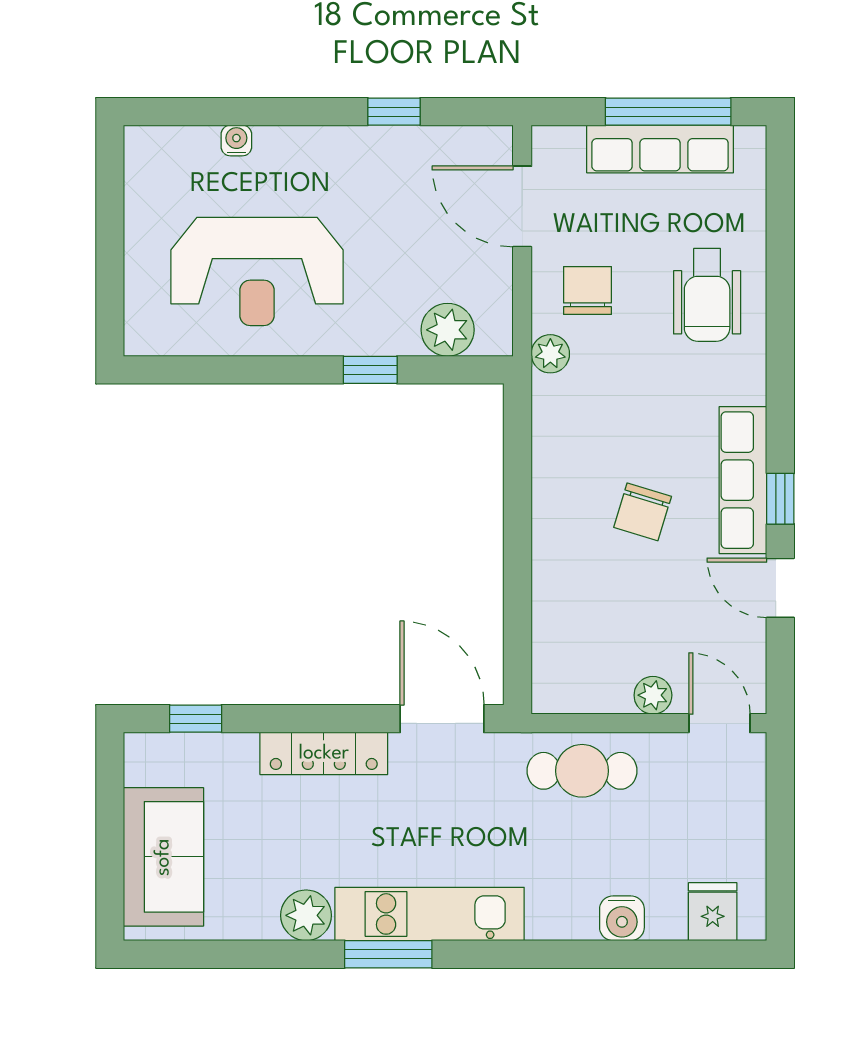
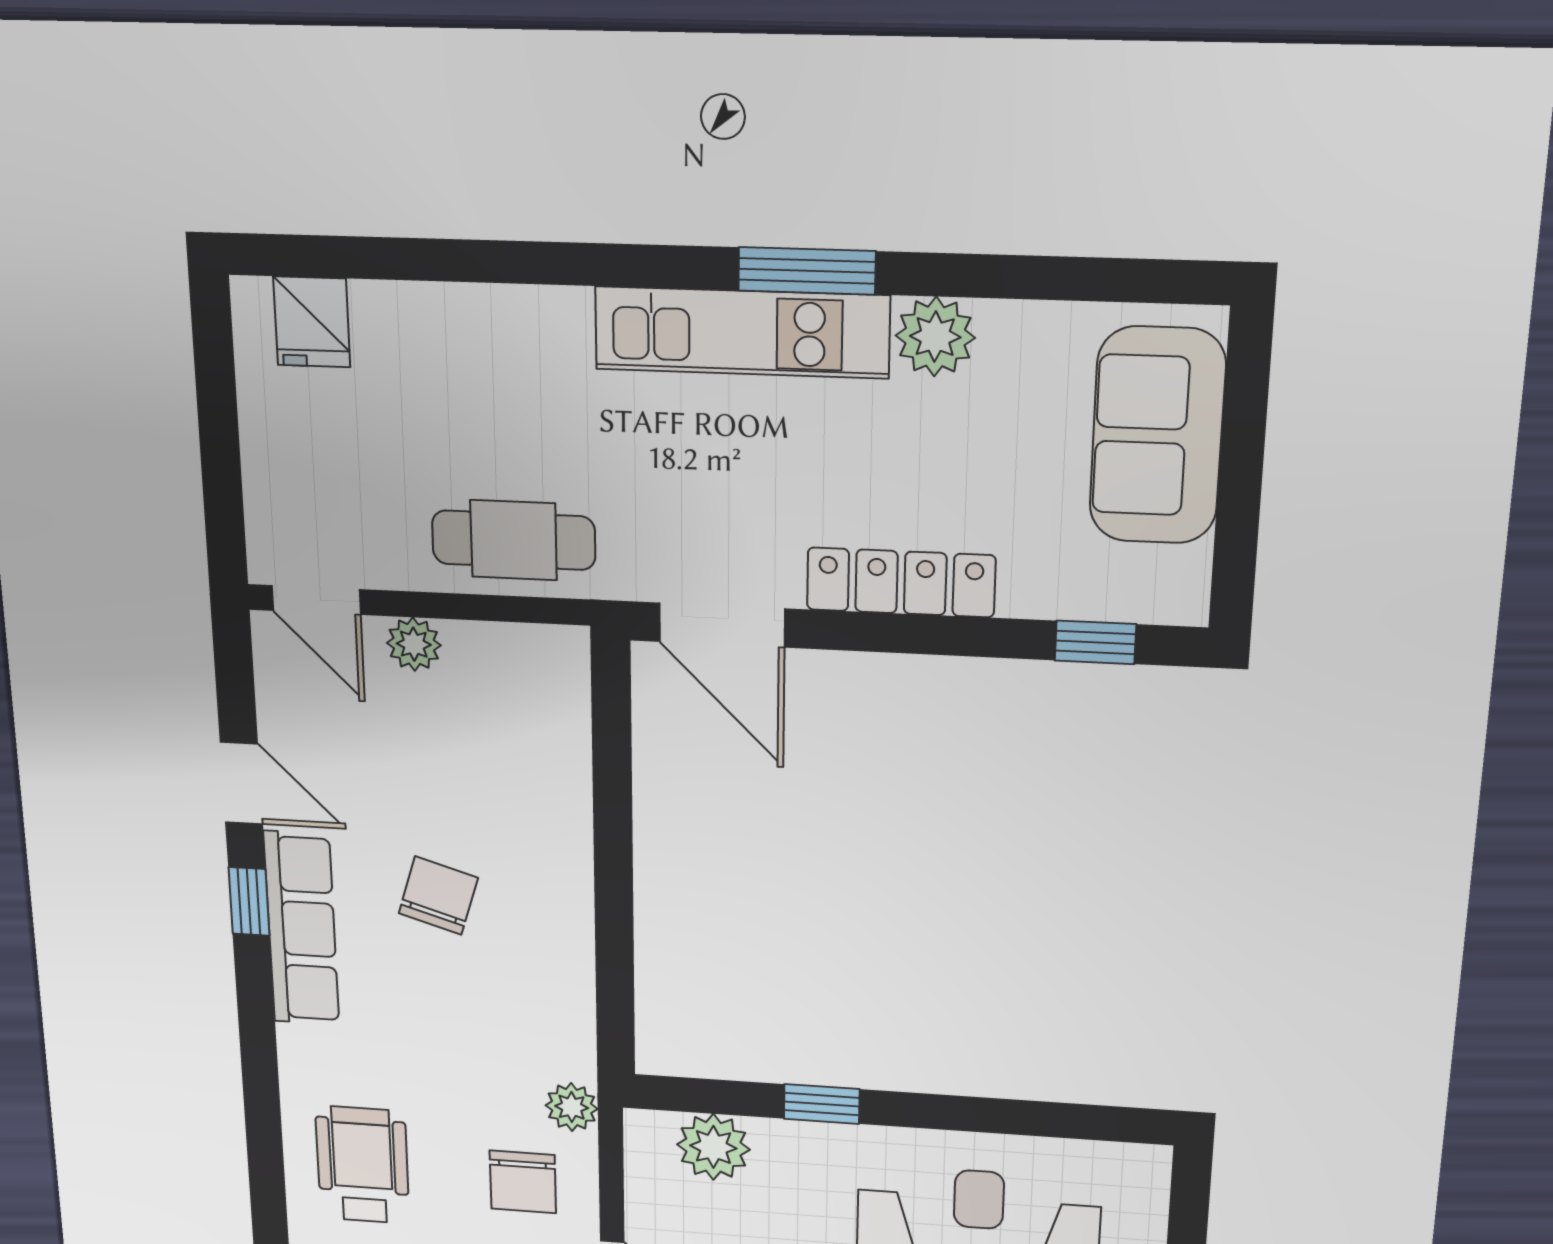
water cooler: (622, 918) -> (447, 316), removed

